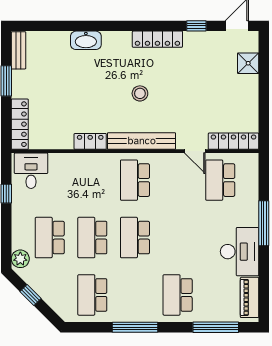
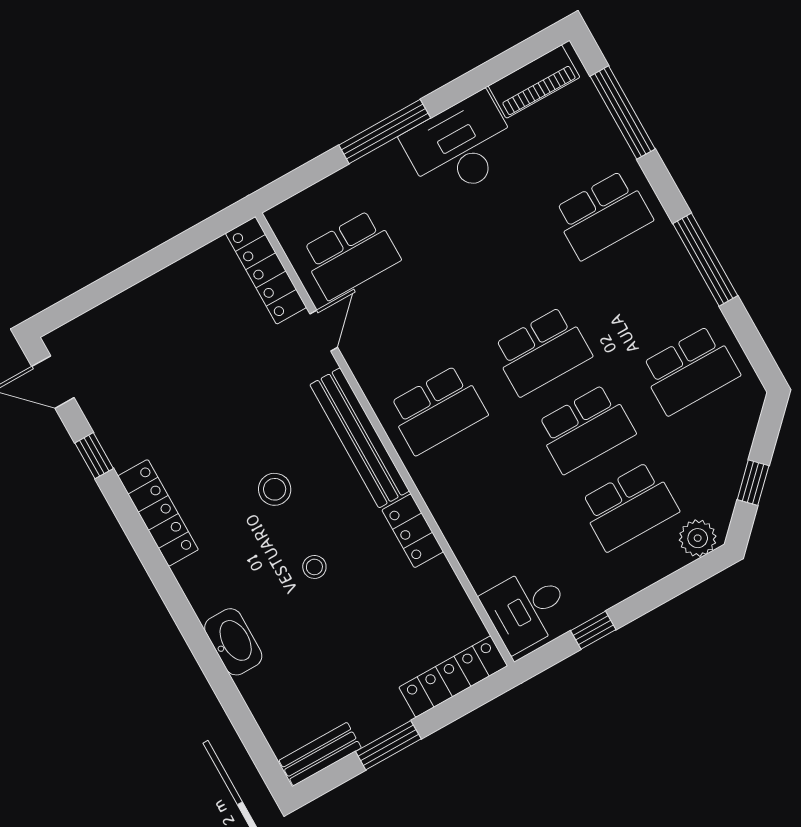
shower: (248, 63) -> (109, 323), removed
stool: (98, 92) -> (314, 567), added

